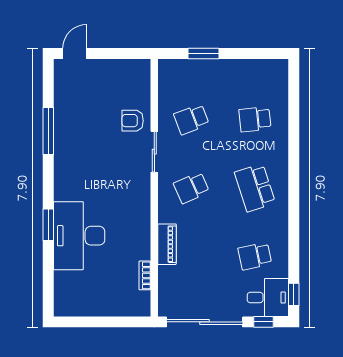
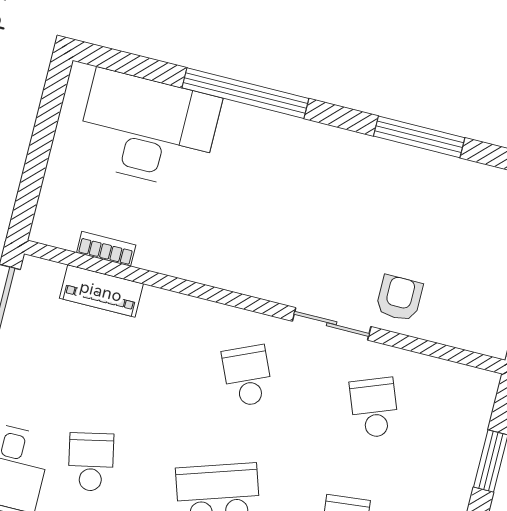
window: (48, 225) -> (245, 93), width x2.11
desk: (79, 236) -> (148, 130), moved
piano: (167, 244) -> (101, 291), moved

